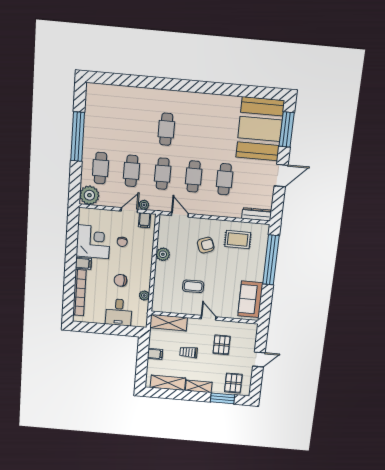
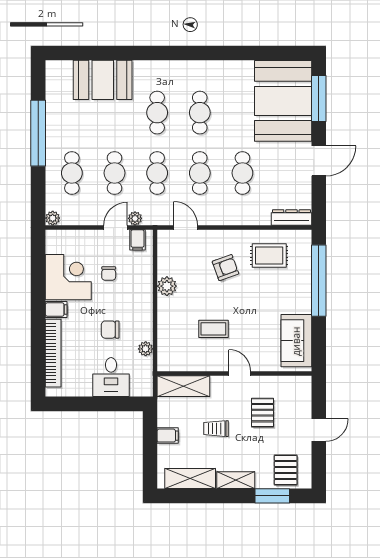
booth: (128, 101) -> (103, 80), added
cafe table: (198, 132) -> (200, 113), added
plant: (89, 195) -> (53, 218), width x0.53, depth x0.53

